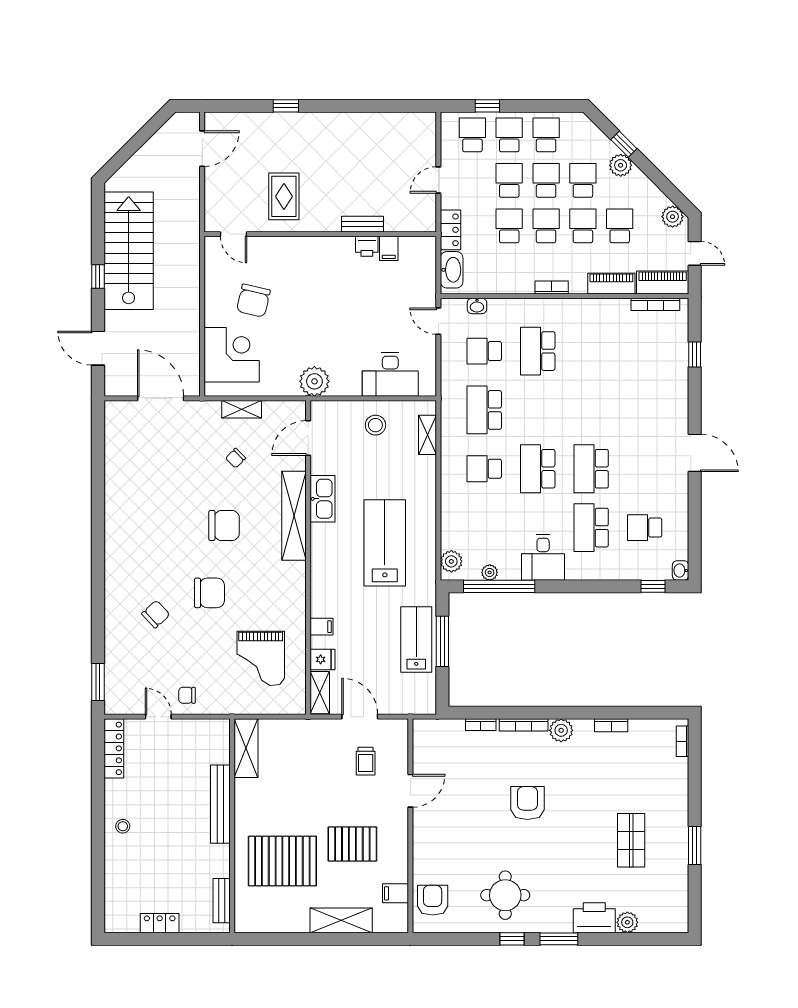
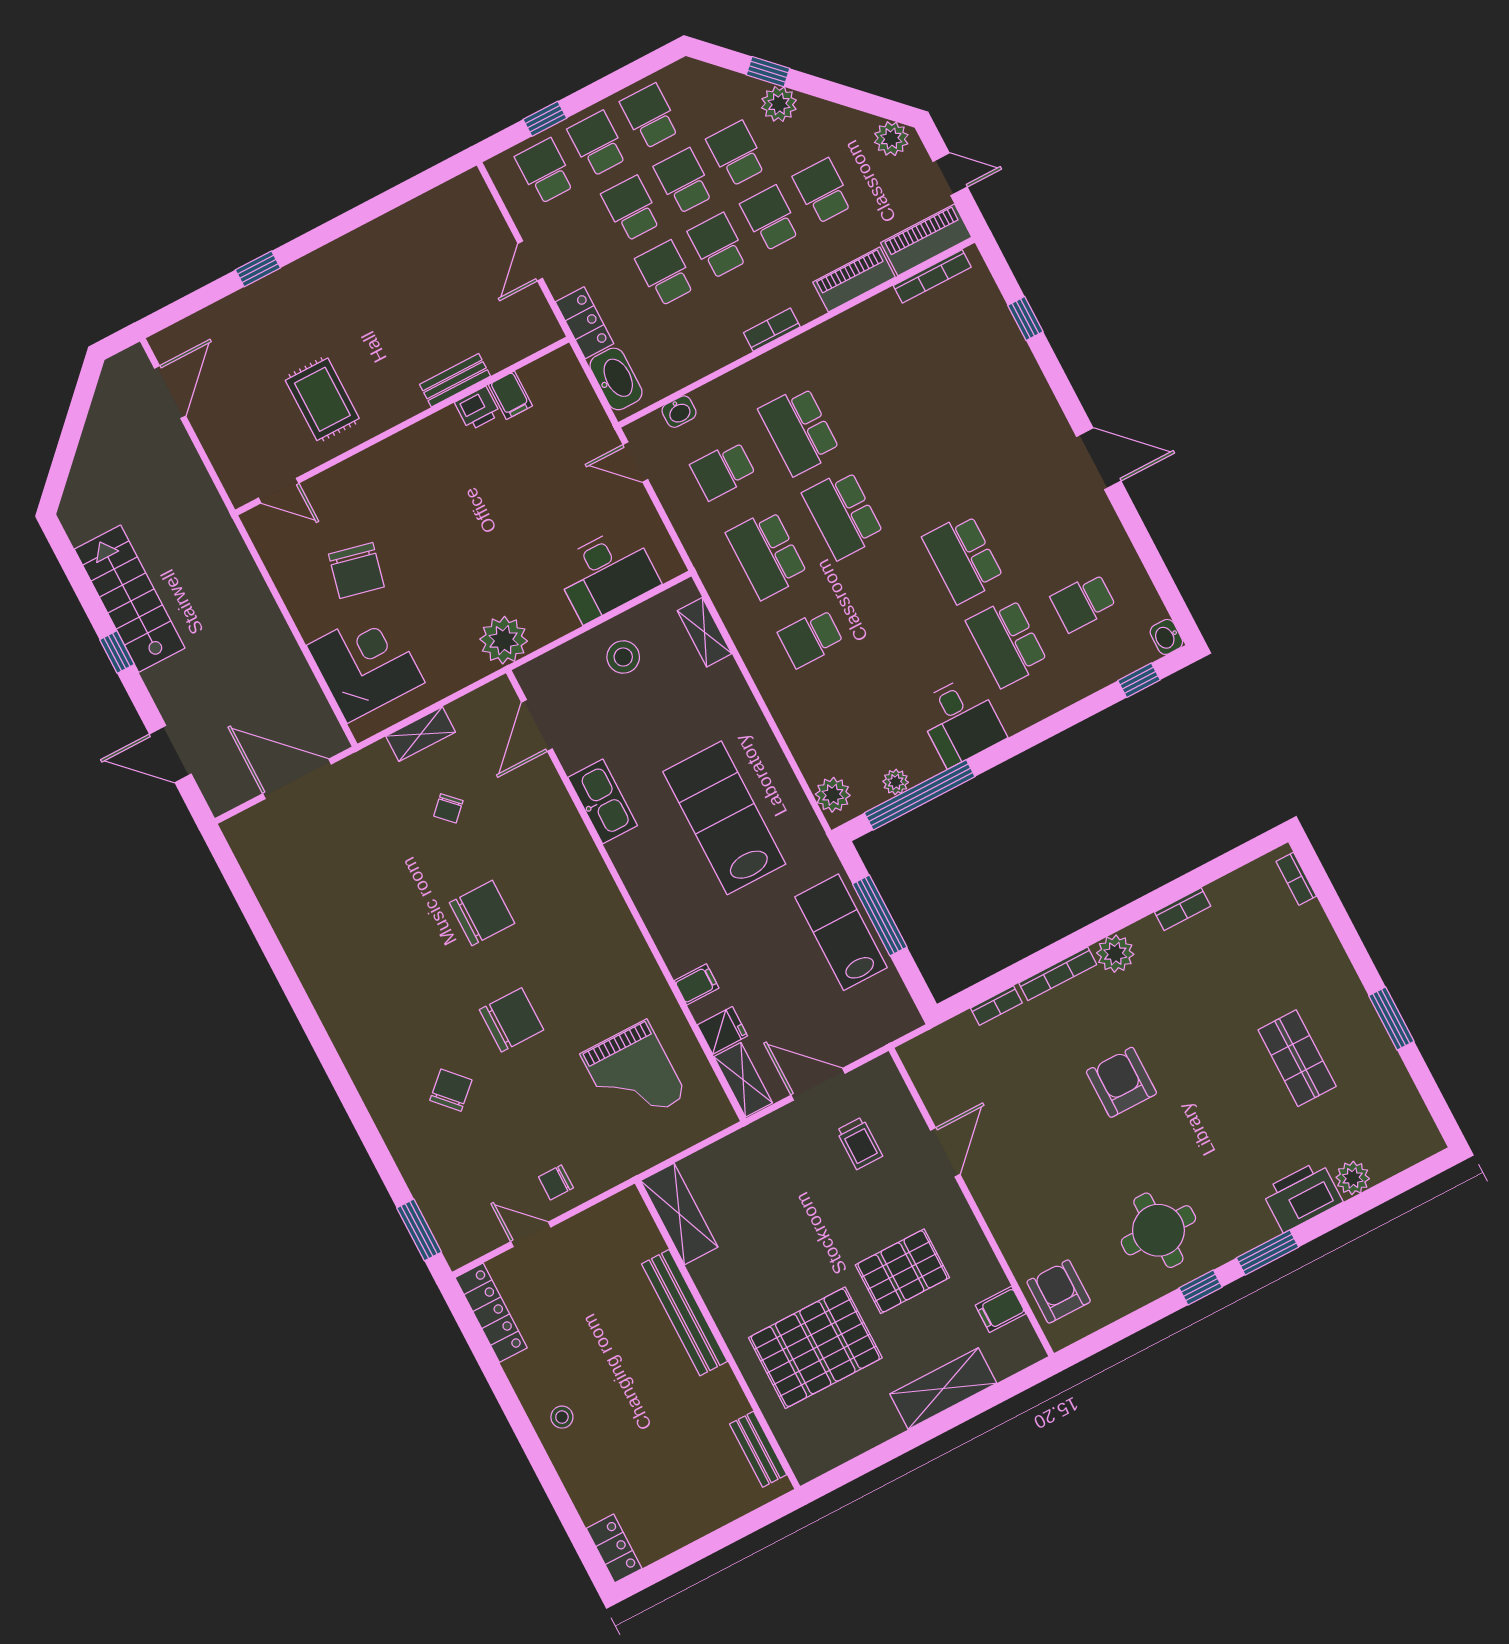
stairs: (129, 251) -> (130, 599), width x0.73, depth x0.66
school desk: (538, 469) -> (843, 514), moved
shelving: (294, 516) -> (575, 847), removed
locker: (160, 923) -> (614, 1548), moved, turned 90

